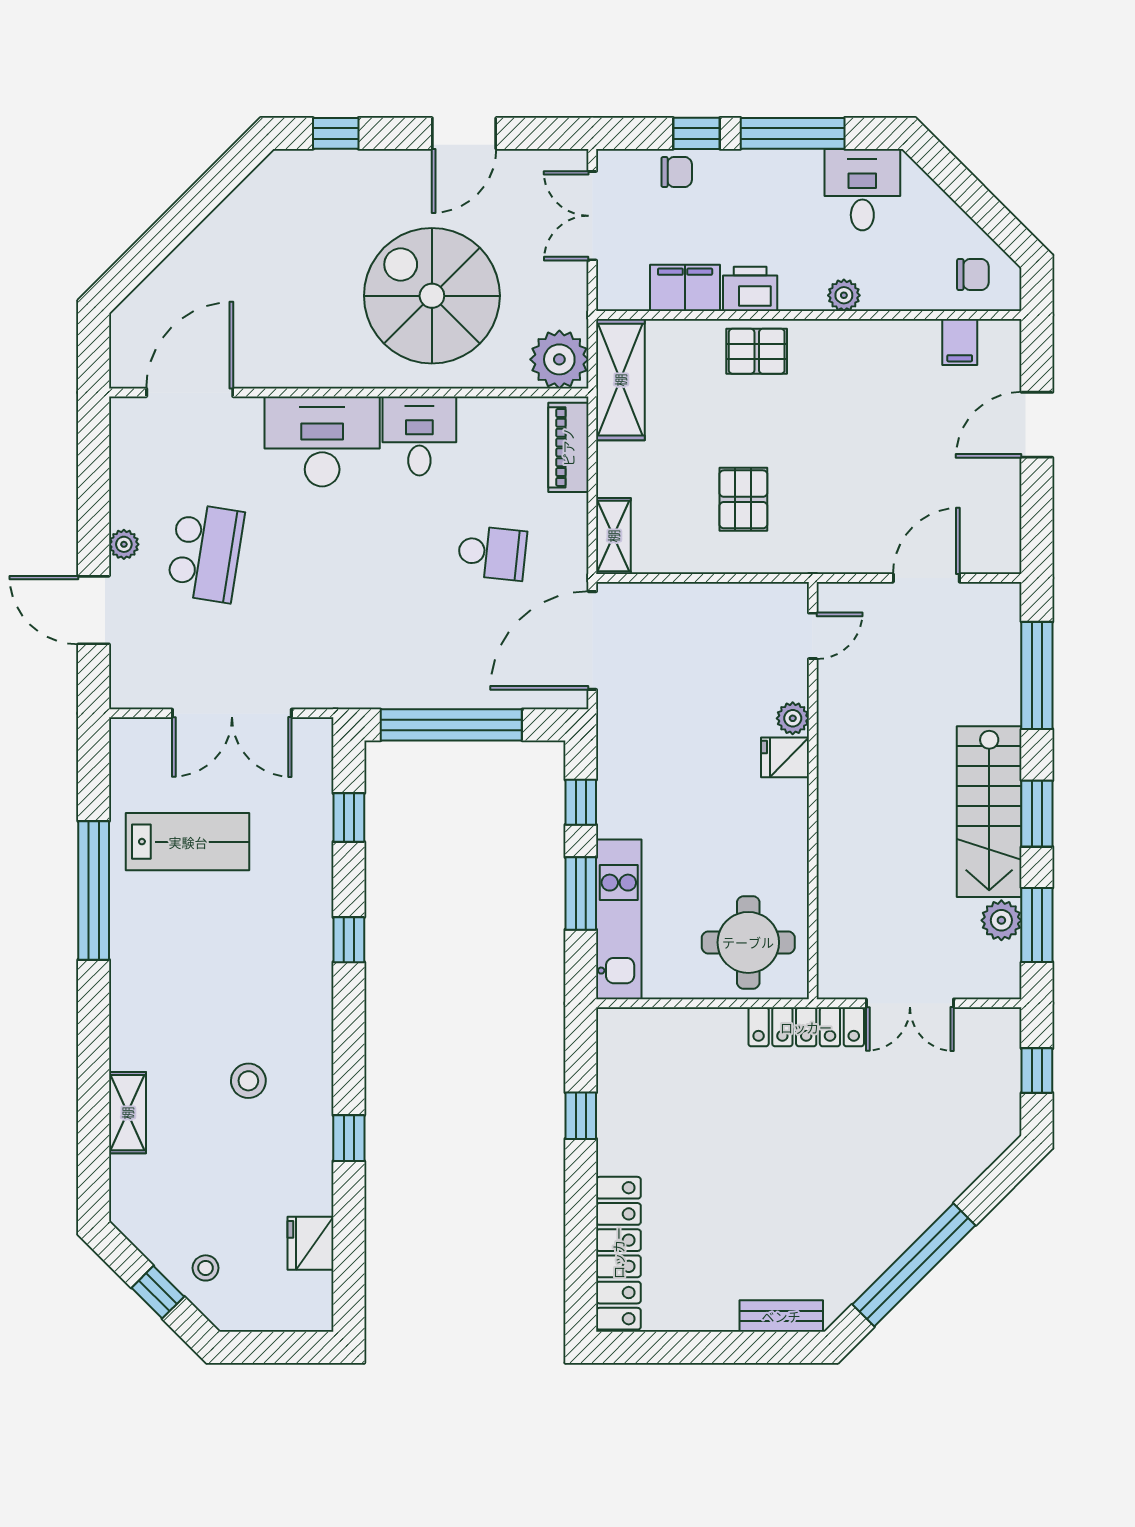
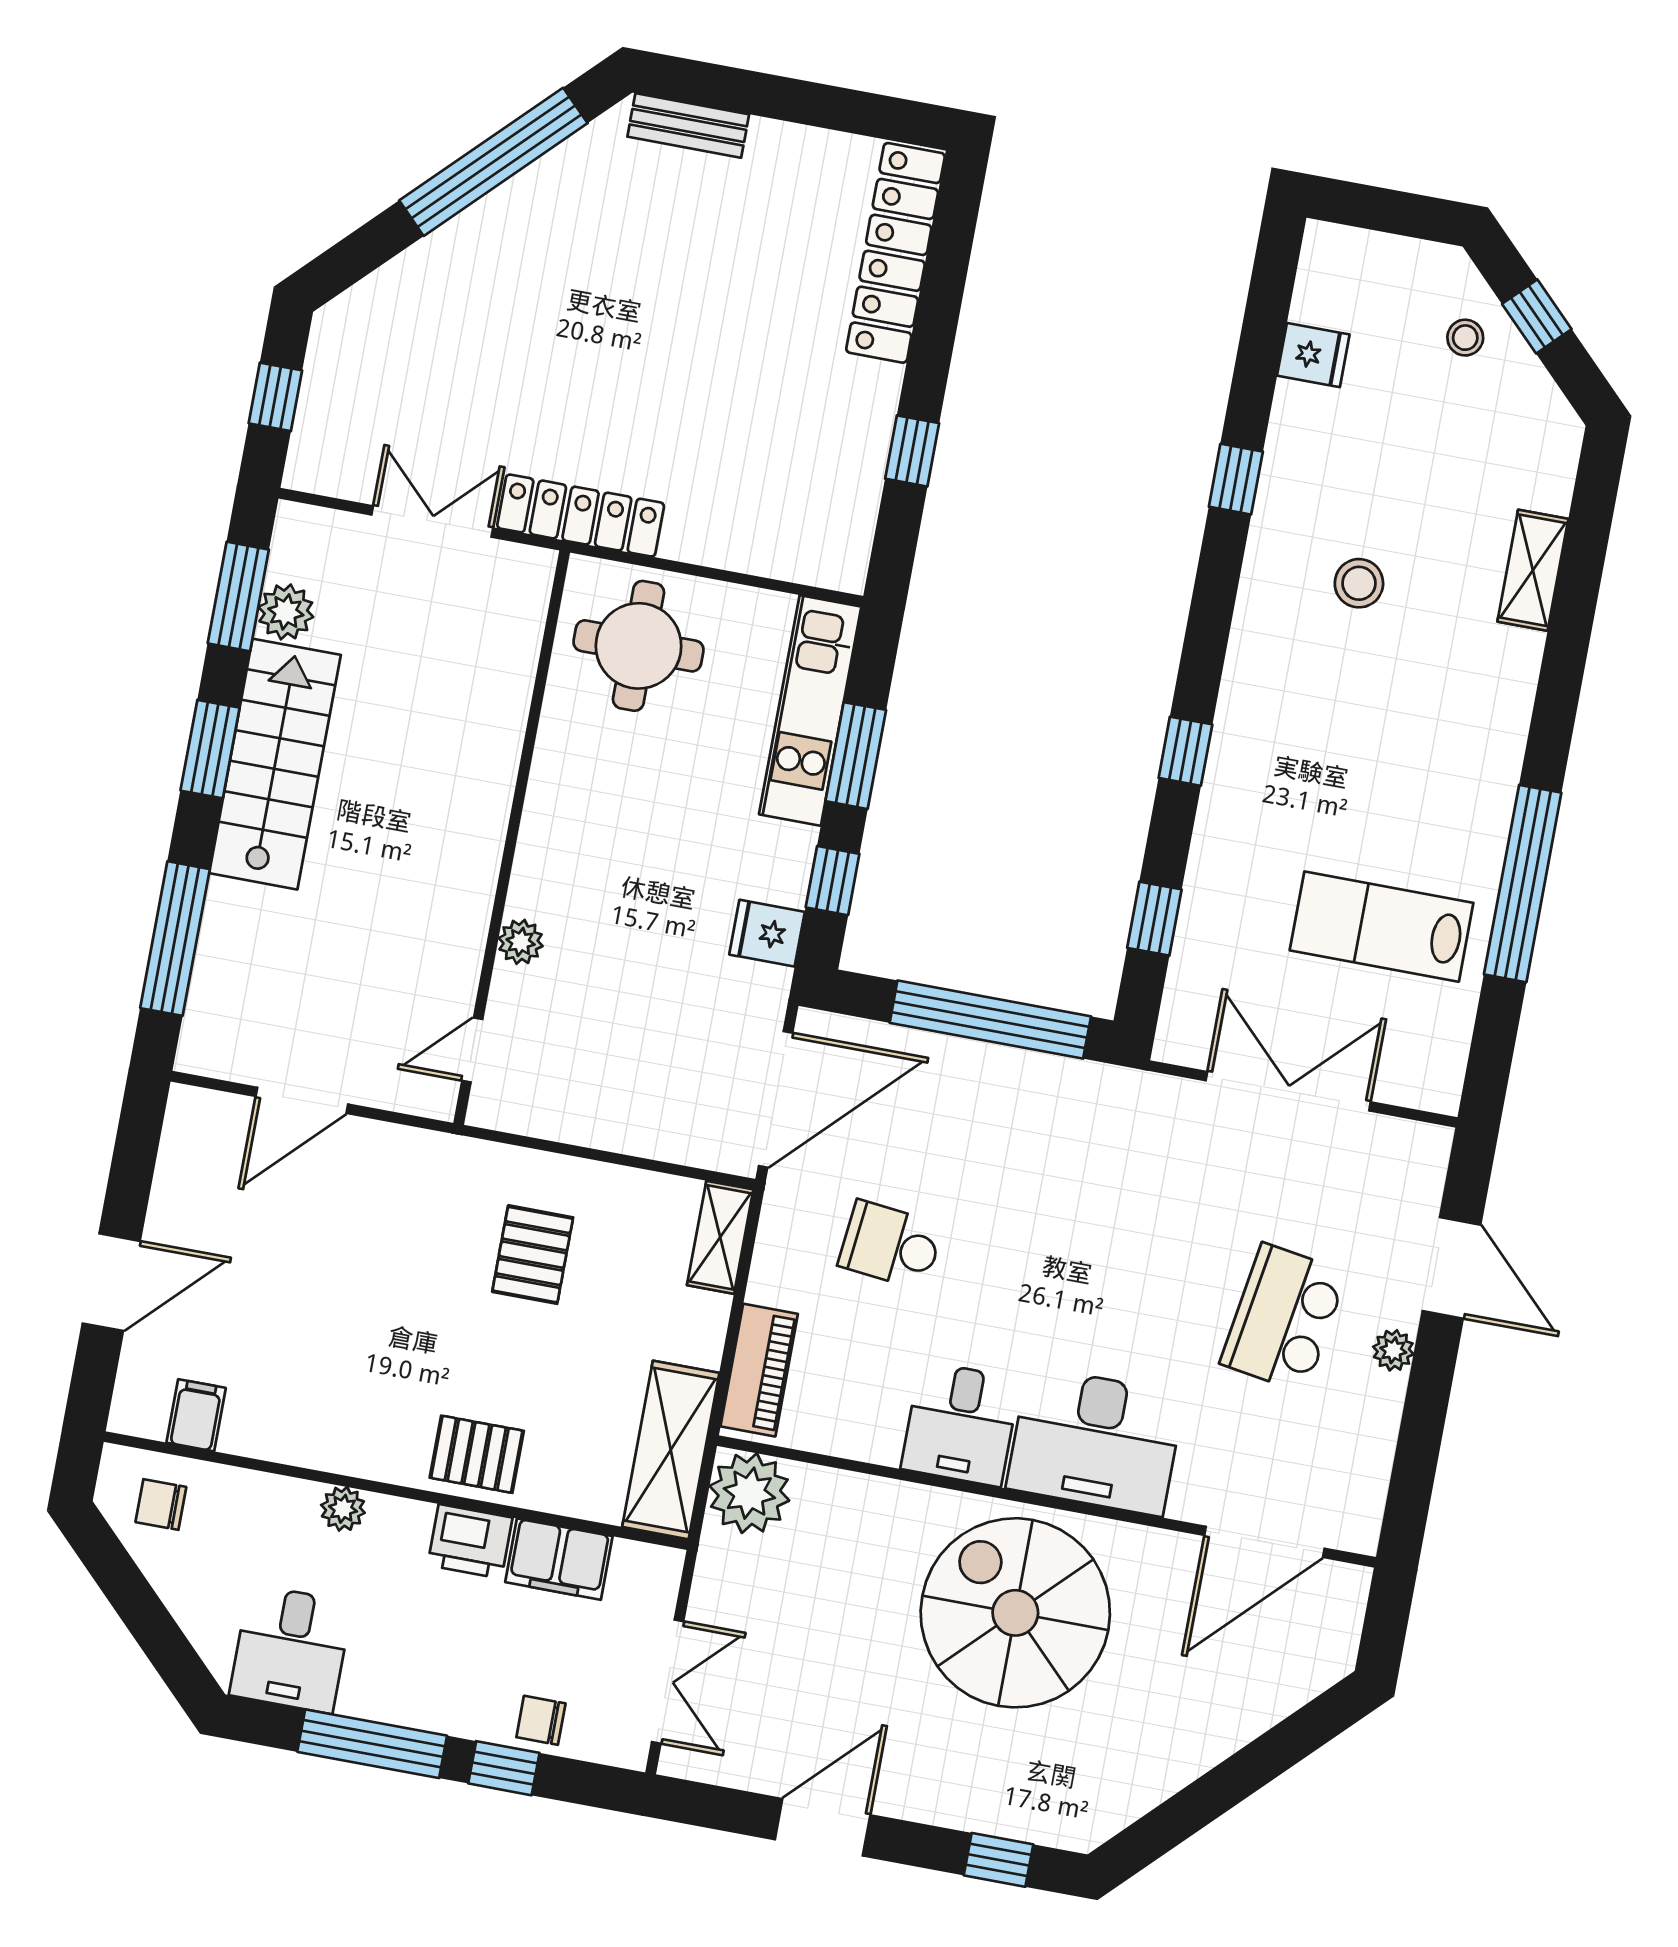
spiral stairs: (432, 296) -> (1015, 1613), moved, turned 180
fridge: (785, 757) -> (767, 933), moved, turned 180
fridge: (310, 1243) -> (1313, 355), width x0.72

